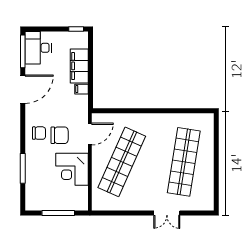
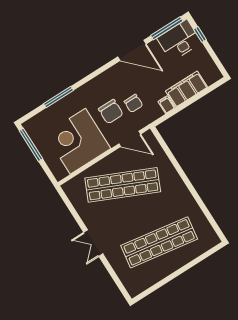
window: (76, 29) -> (200, 34), moved
chair: (39, 133) -> (133, 103), moved
corner desk: (72, 169) -> (78, 141), width x1.36, depth x1.36
window: (58, 213) -> (31, 145), moved
double door: (167, 213) -> (93, 243), moved

